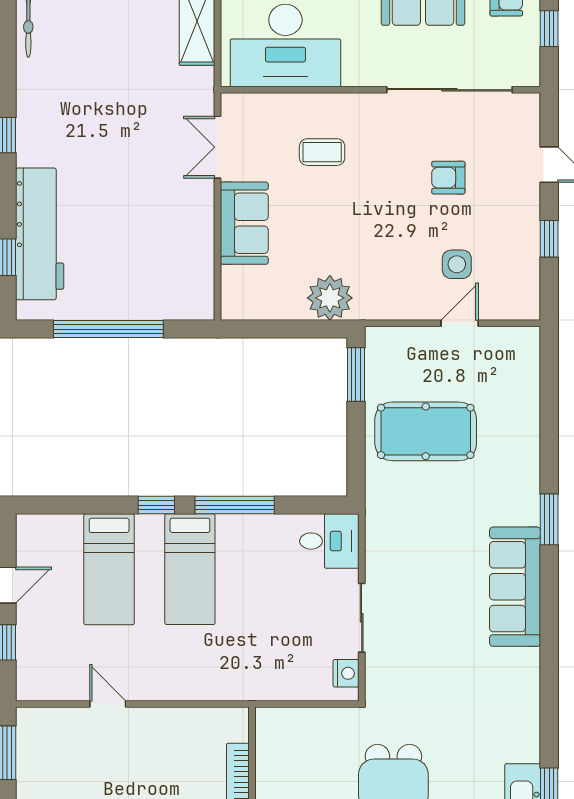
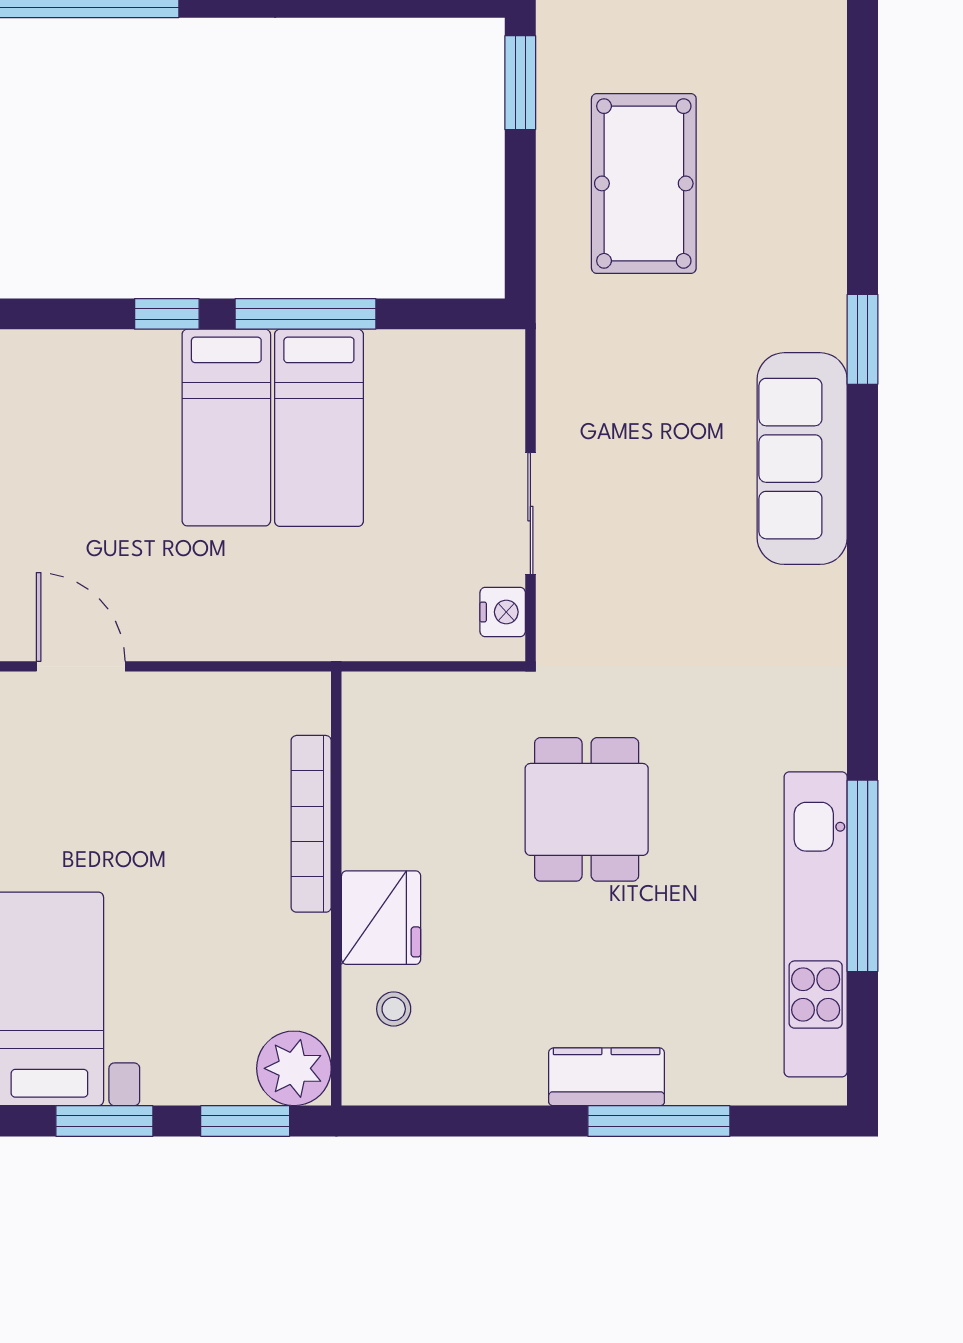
pool table: (426, 431) -> (644, 183), turned 90
desk: (329, 541) -> (473, 378), removed
bed: (109, 569) -> (319, 428), moved
door: (108, 704) -> (81, 666), width x1.38

